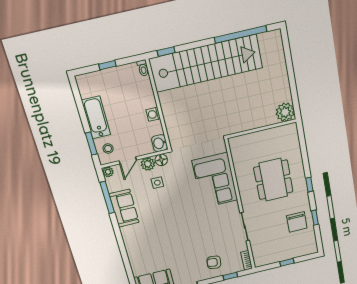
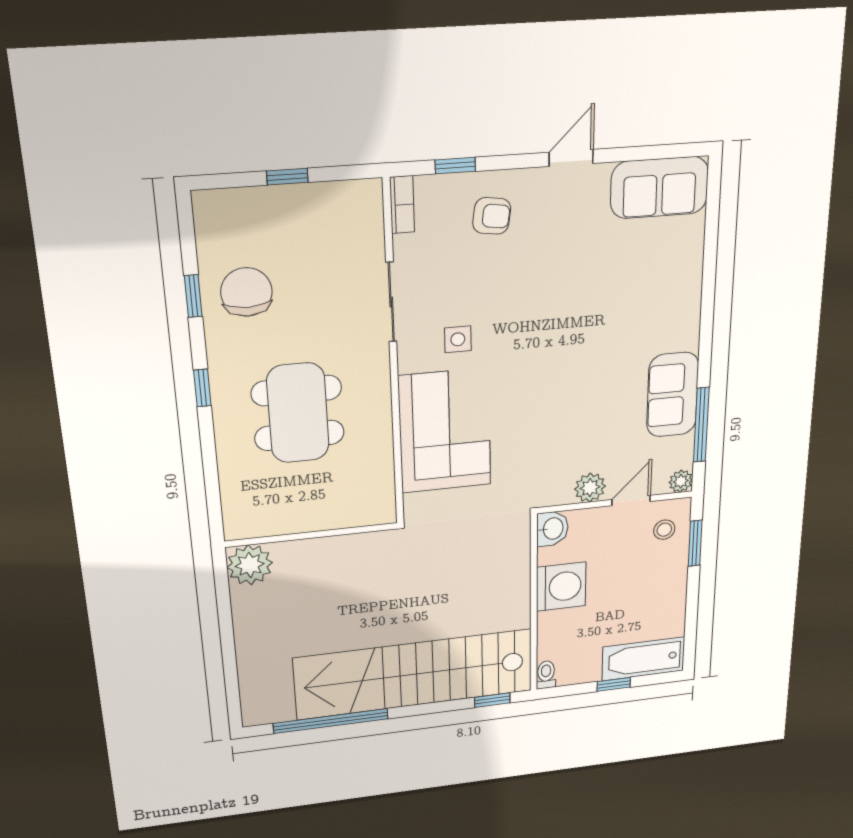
washing machine: (153, 114) -> (561, 587), width x1.89, depth x1.89
bathtub: (96, 118) -> (643, 659), moved, turned 90
floor lamp: (161, 160) -> (558, 493), removed
side table: (157, 183) -> (458, 339), moved

